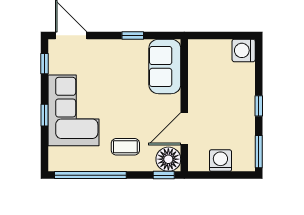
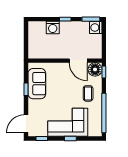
washing machine: (244, 50) -> (53, 27), moved
sofa: (165, 66) -> (37, 84), moved, turned -90
washing machine: (220, 161) -> (96, 28), moved

